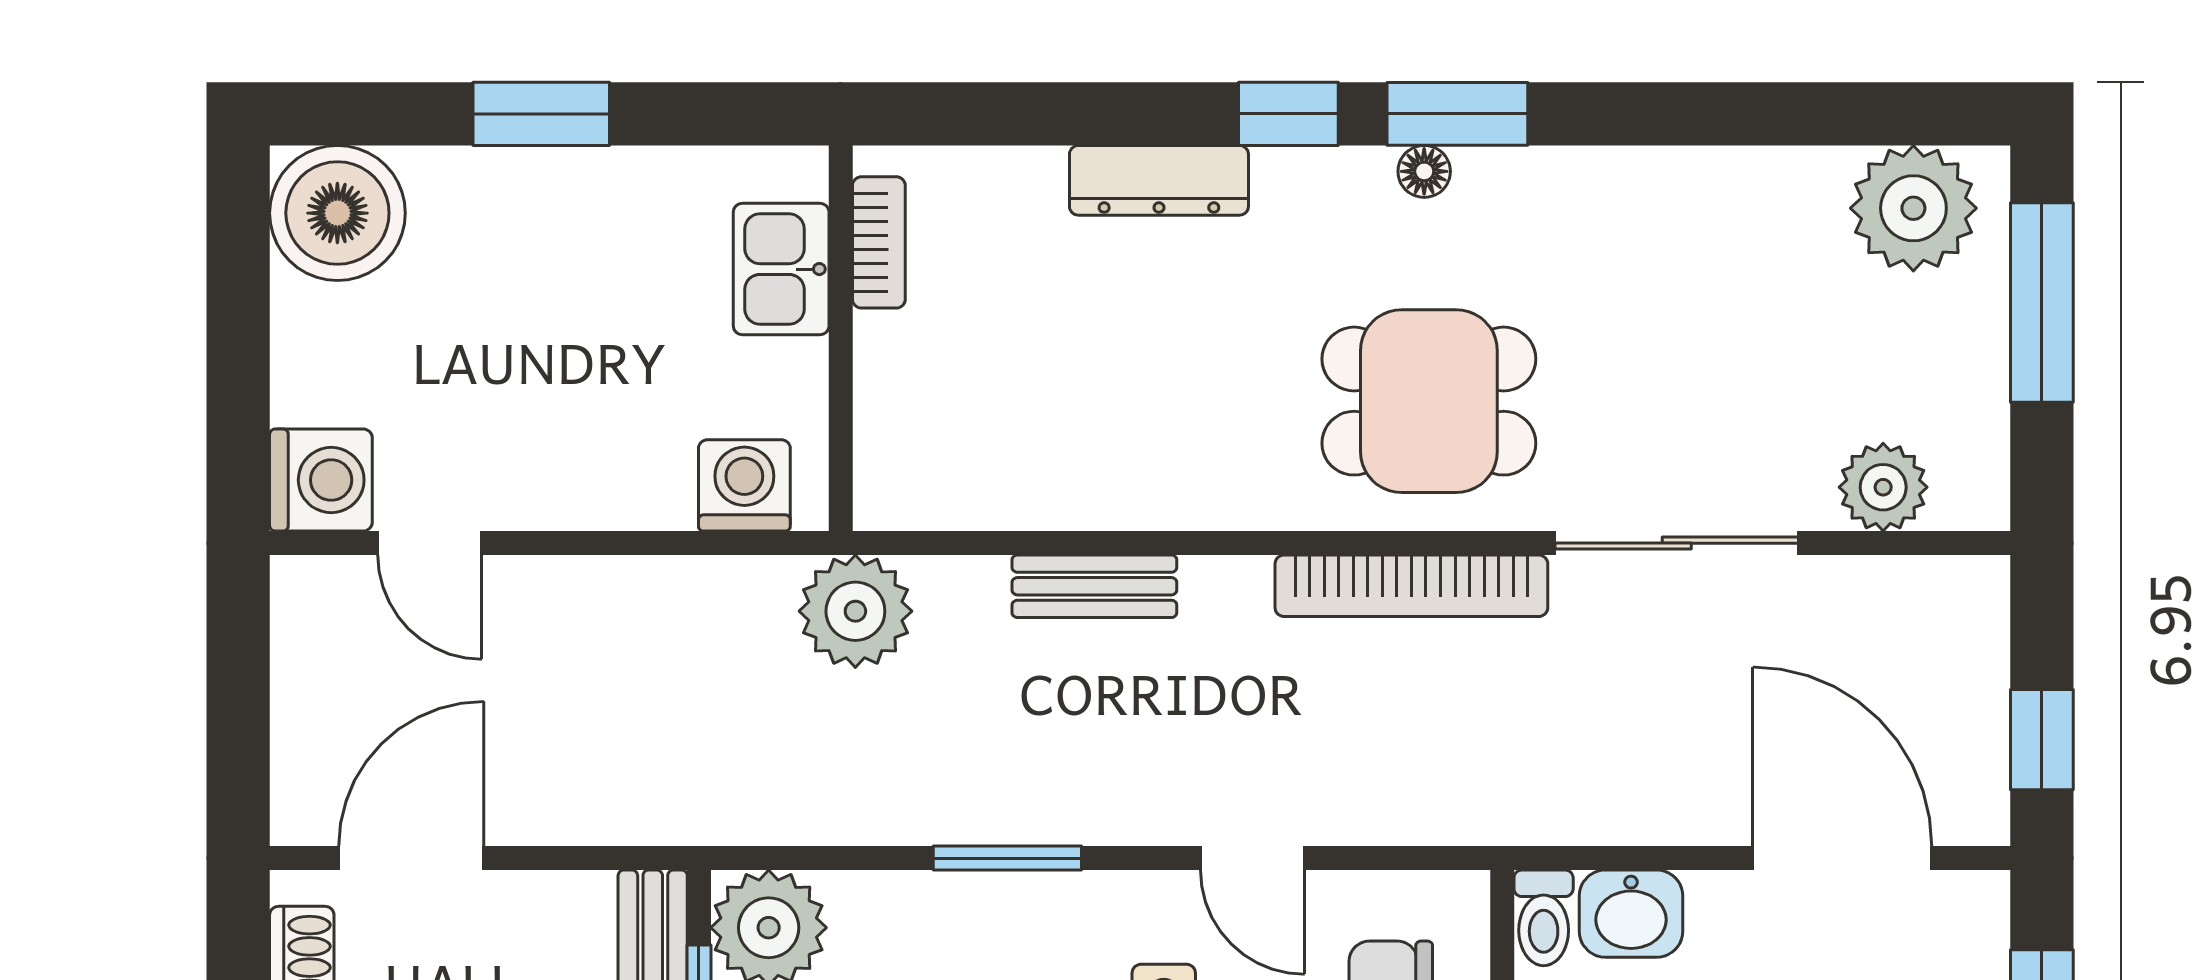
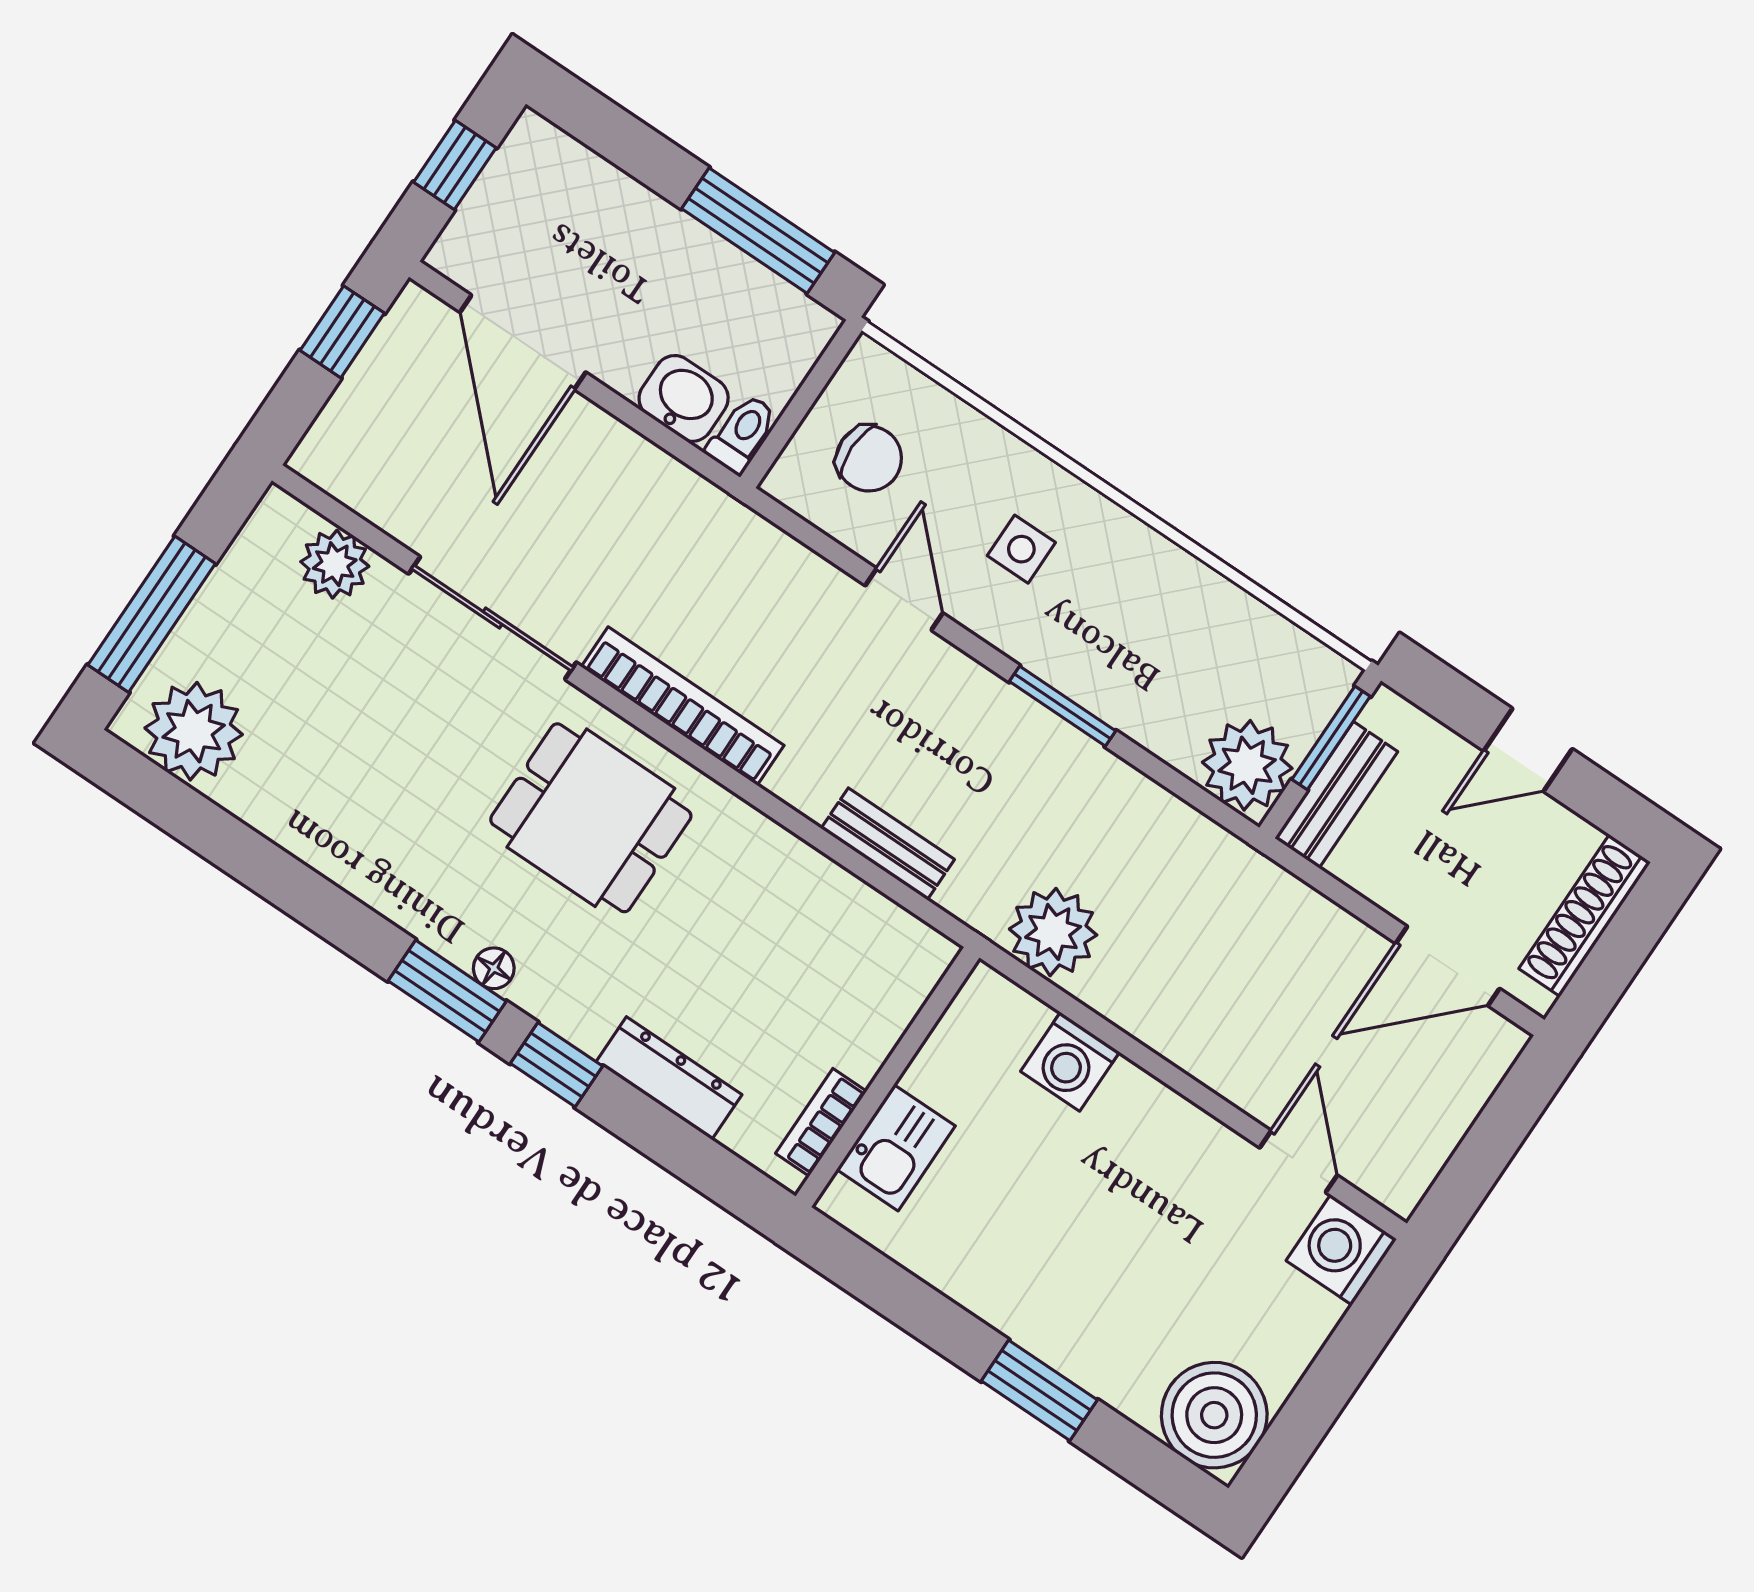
bookcase: (879, 242) -> (821, 1122), moved
kitchen sink: (781, 269) -> (896, 1148), moved
wall: (841, 338) -> (888, 1077), moved

